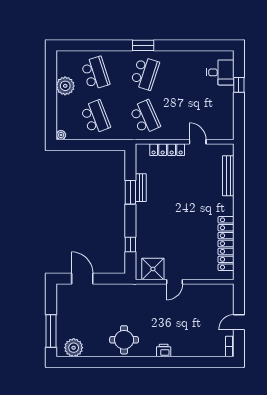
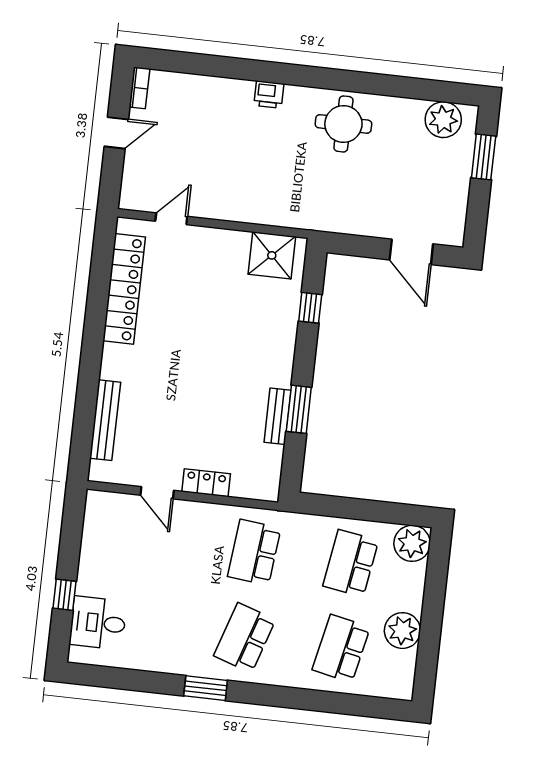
window: (143, 45) -> (206, 688), moved
school desk: (95, 73) -> (341, 648), turned 30
school desk: (95, 117) -> (351, 563), turned 30
school desk: (145, 117) -> (254, 552), turned 30
plant: (61, 135) -> (412, 543), width x1.88, depth x1.88
locker: (167, 150) -> (206, 483), width x0.66
door: (174, 282) -> (171, 219), moved
window: (51, 331) -> (484, 157), width x0.69

